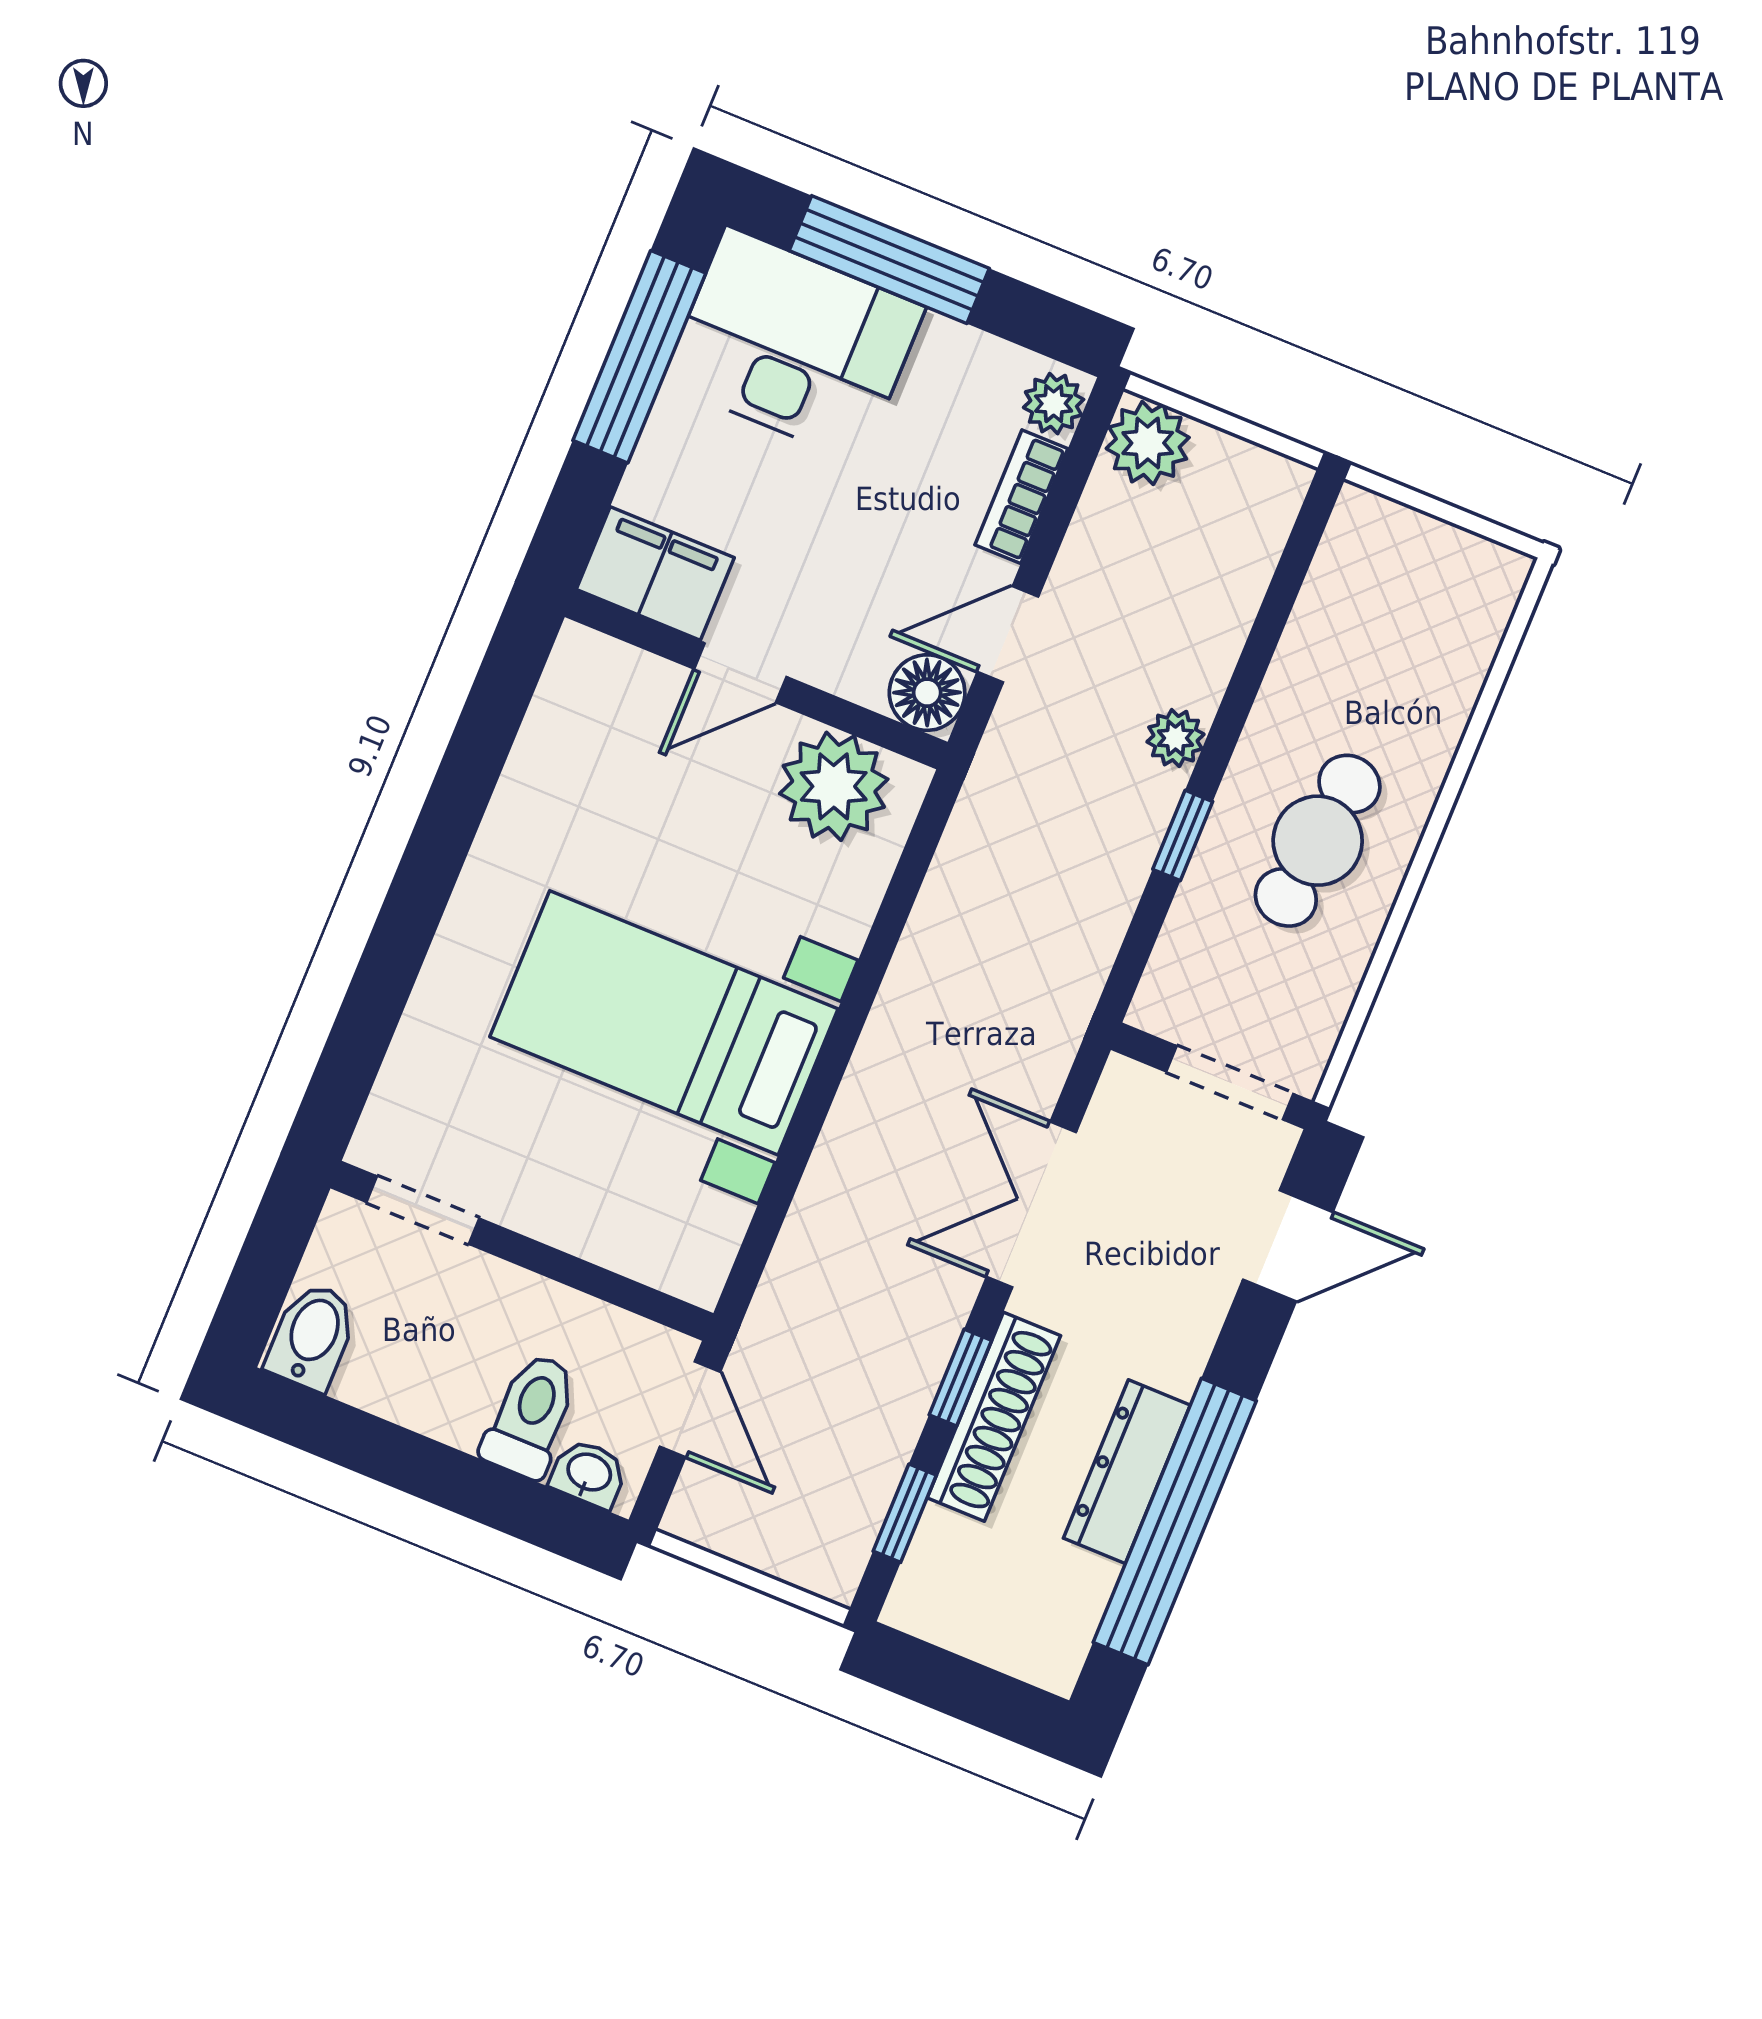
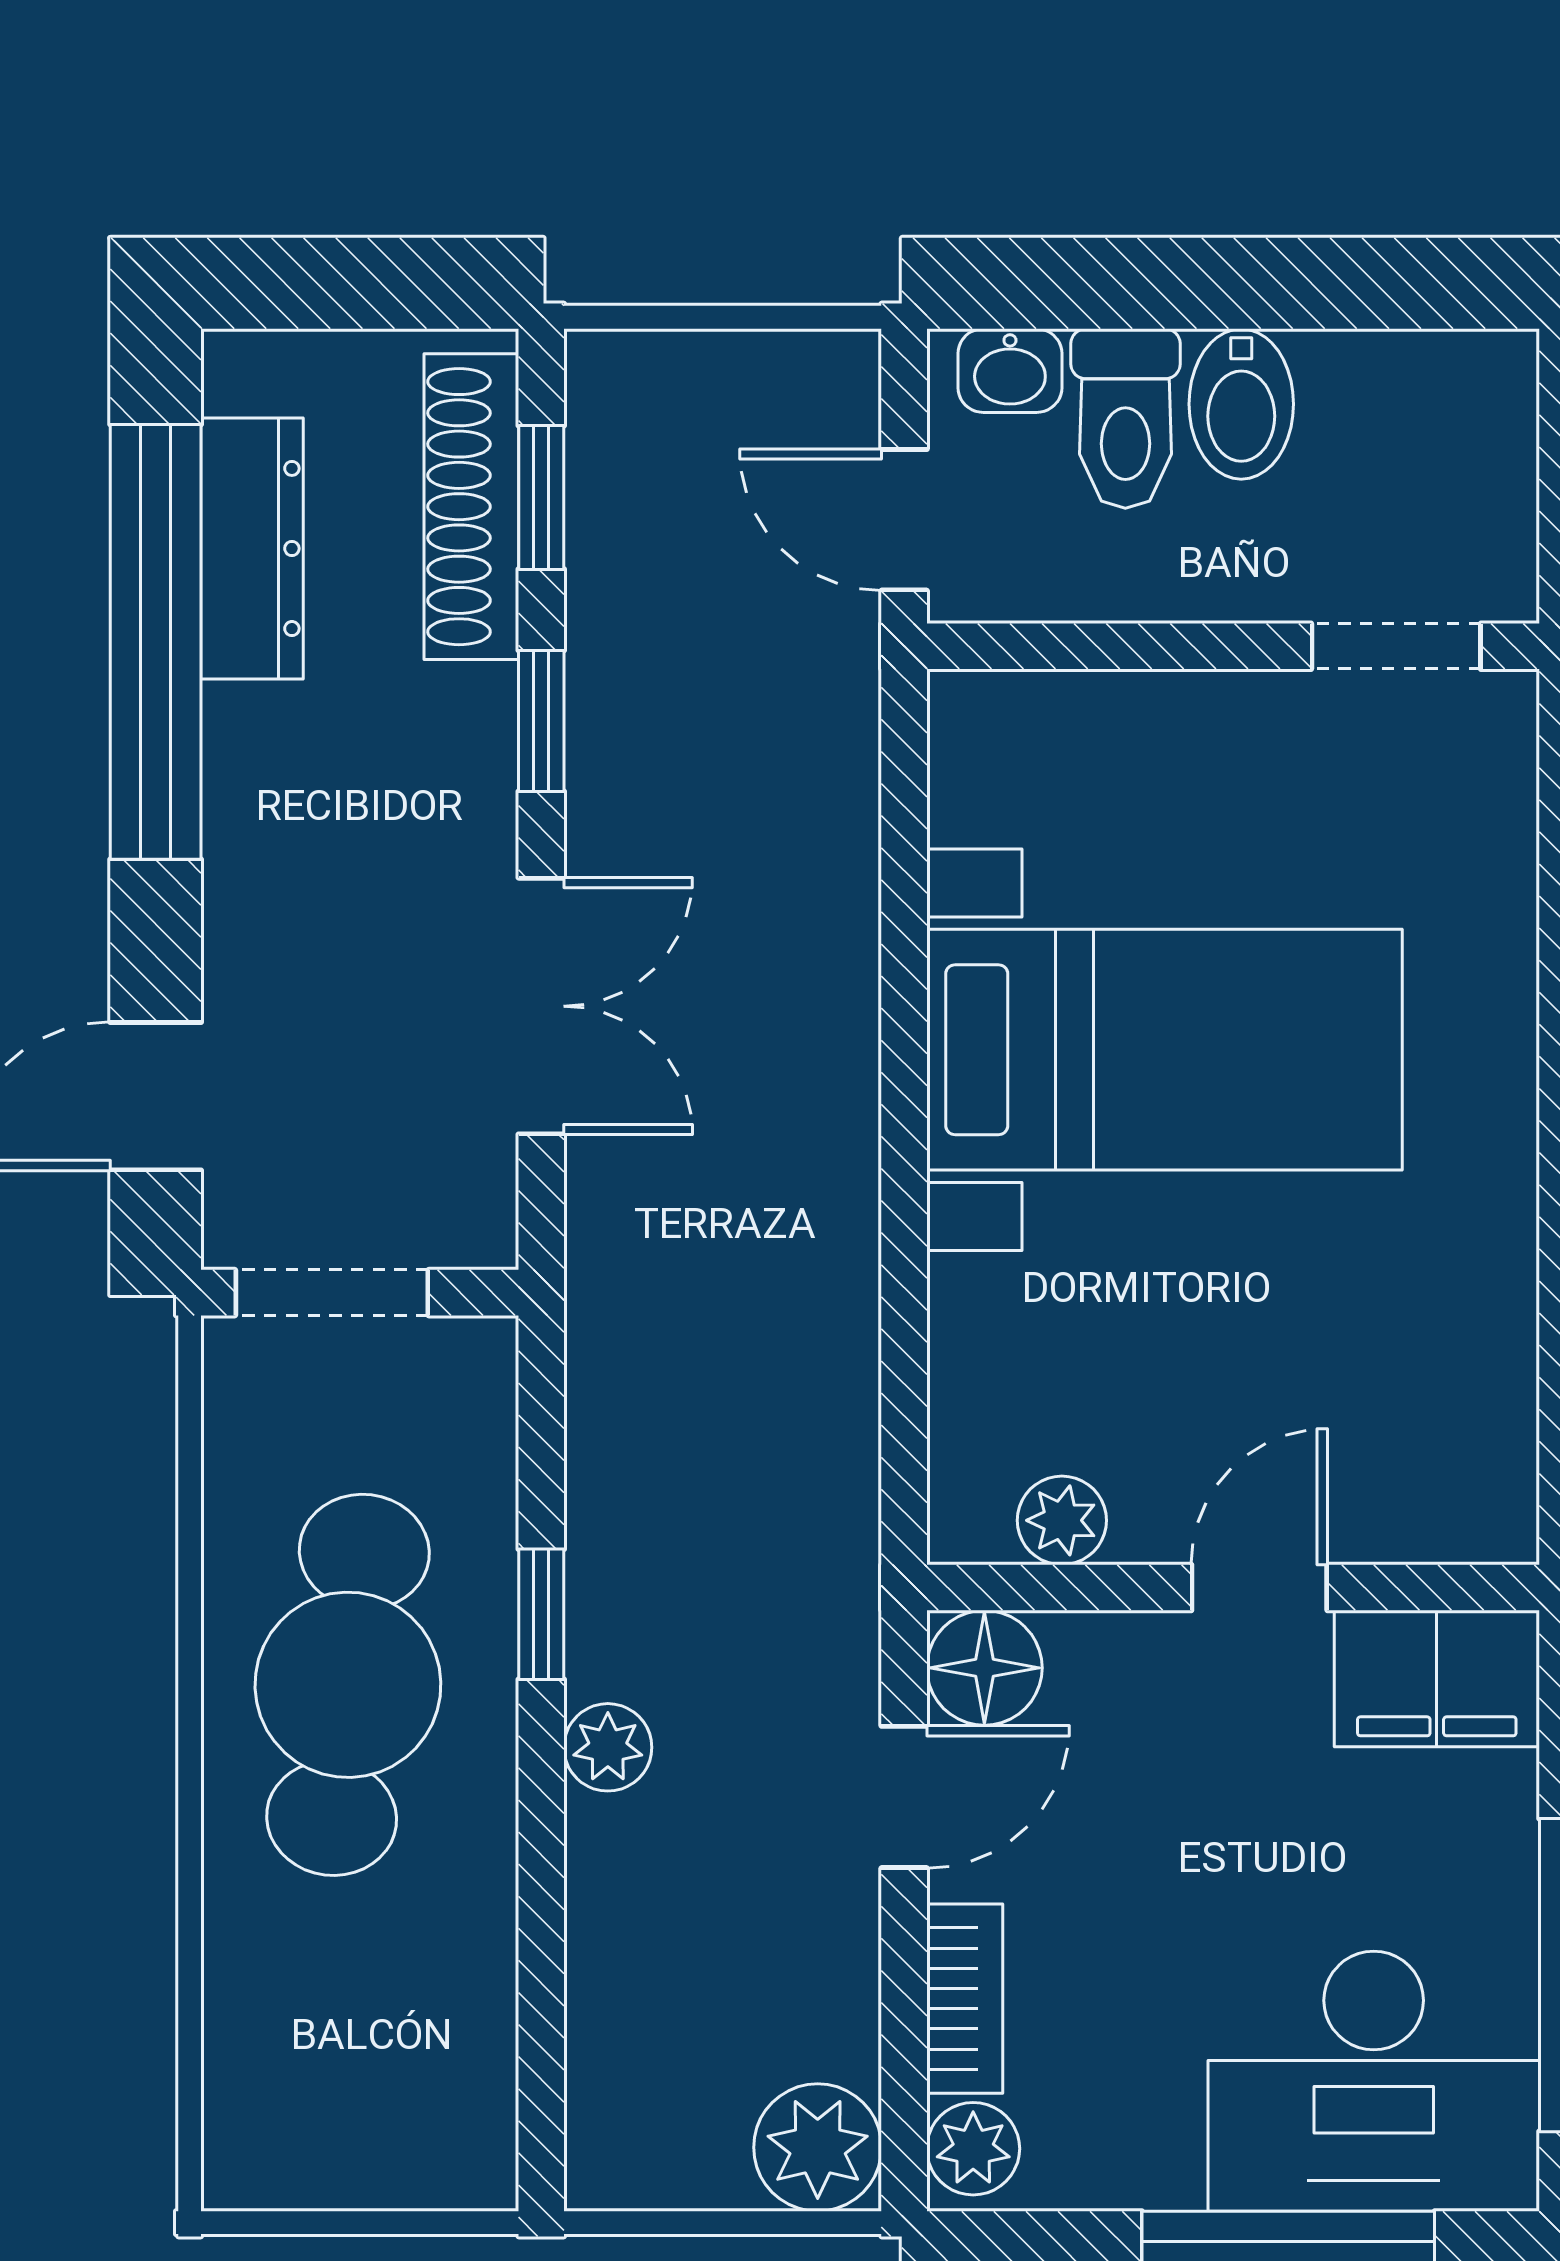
plant: (834, 786) -> (1062, 1520), width x0.53, depth x0.53
cafe table: (1318, 841) -> (348, 1685), width x1.37, depth x1.35
bidet: (312, 1336) -> (1241, 404), moved
shoe rack: (994, 1417) -> (471, 507), moved
dresser: (1127, 1472) -> (252, 548), moved

